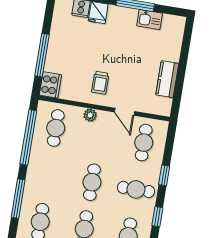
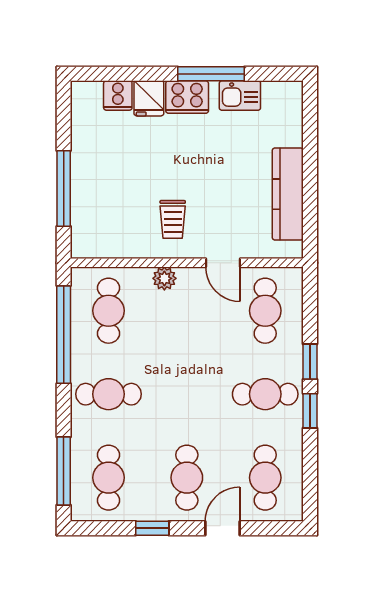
kitchen counter: (167, 79) -> (288, 194), width x1.50
cooker: (50, 85) -> (187, 97), moved, turned 90
cafe table: (92, 182) -> (108, 394), moved, turned 90
window: (18, 199) -> (64, 471), moved
window: (157, 217) -> (310, 411), moved

